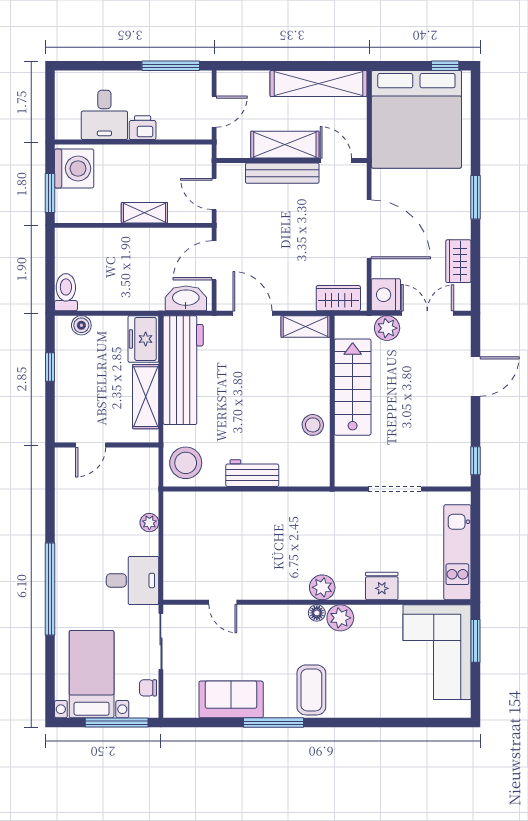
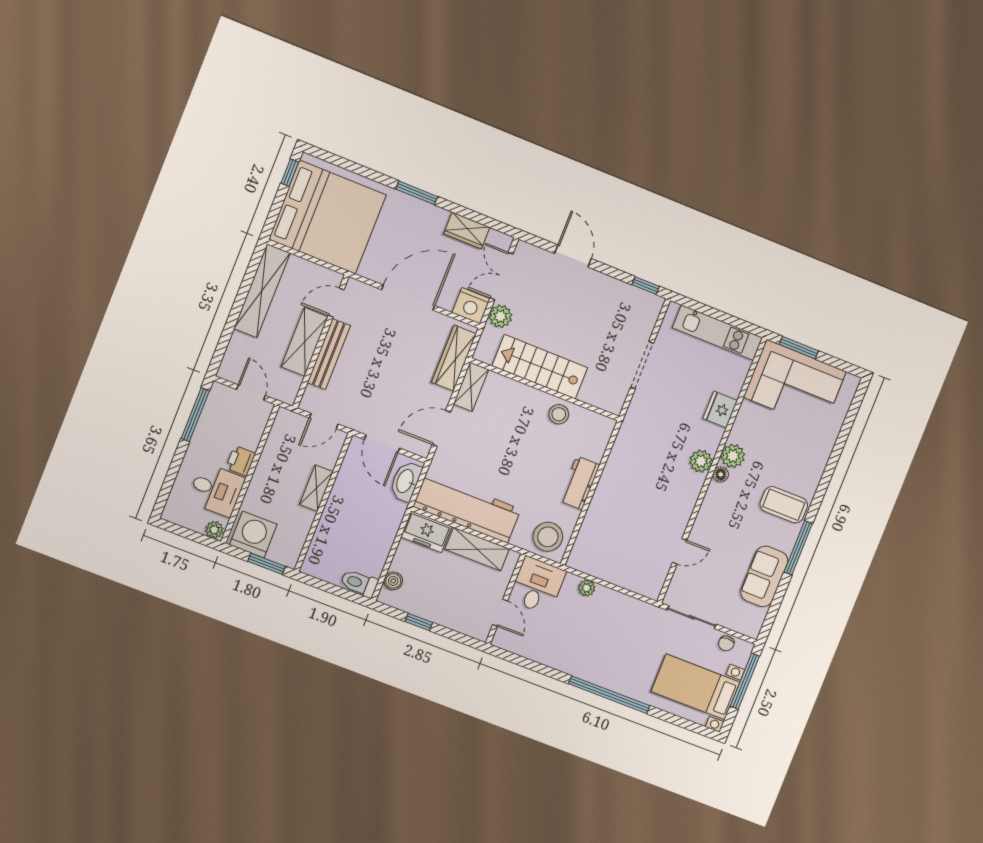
plant: (64, 128) -> (214, 530), added
wardrobe: (338, 298) -> (454, 358), width x1.50
desk: (132, 580) -> (537, 585), moved

